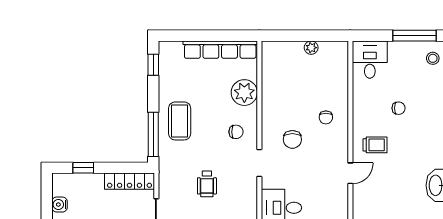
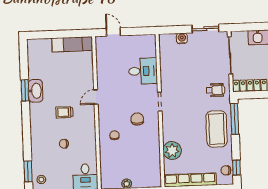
coffee table: (180, 121) -> (217, 129), width x1.36, depth x1.32
chair: (236, 132) -> (226, 170), moved
trolley: (375, 145) -> (64, 112), moved
wheelchair: (207, 184) -> (216, 90), moved, turned 90

